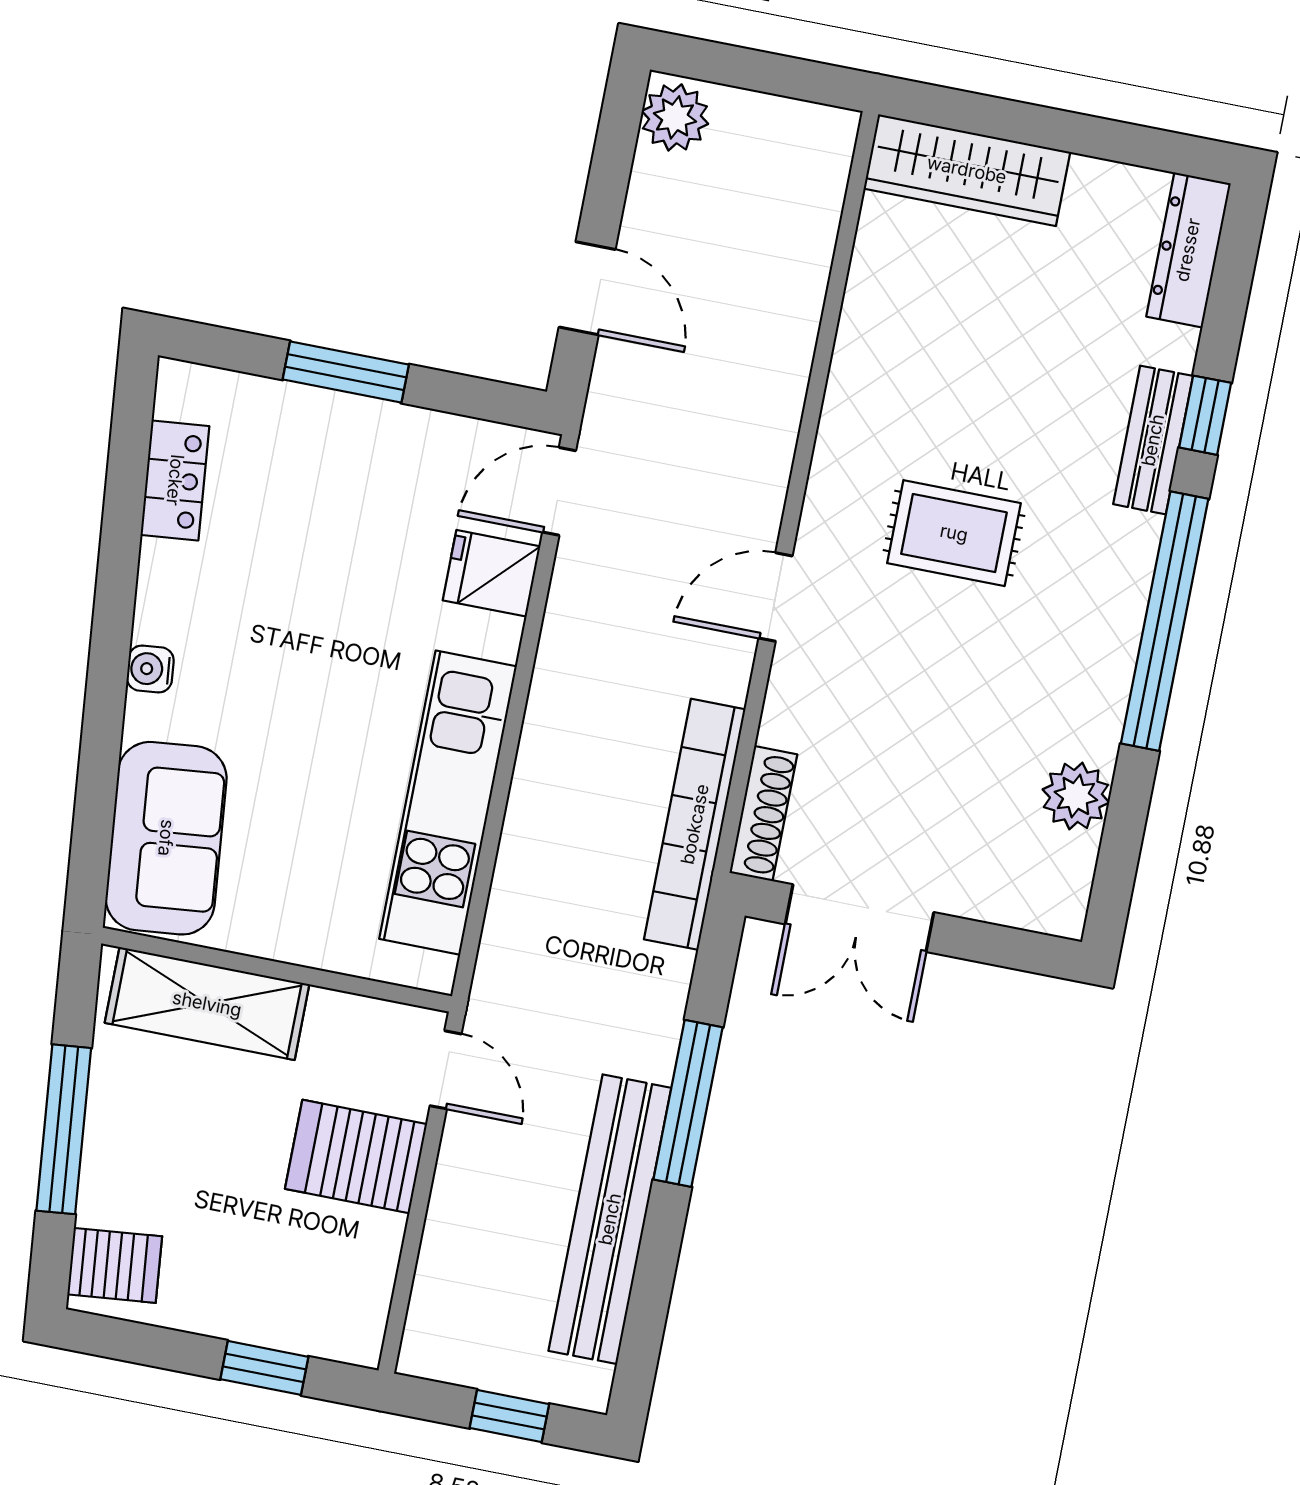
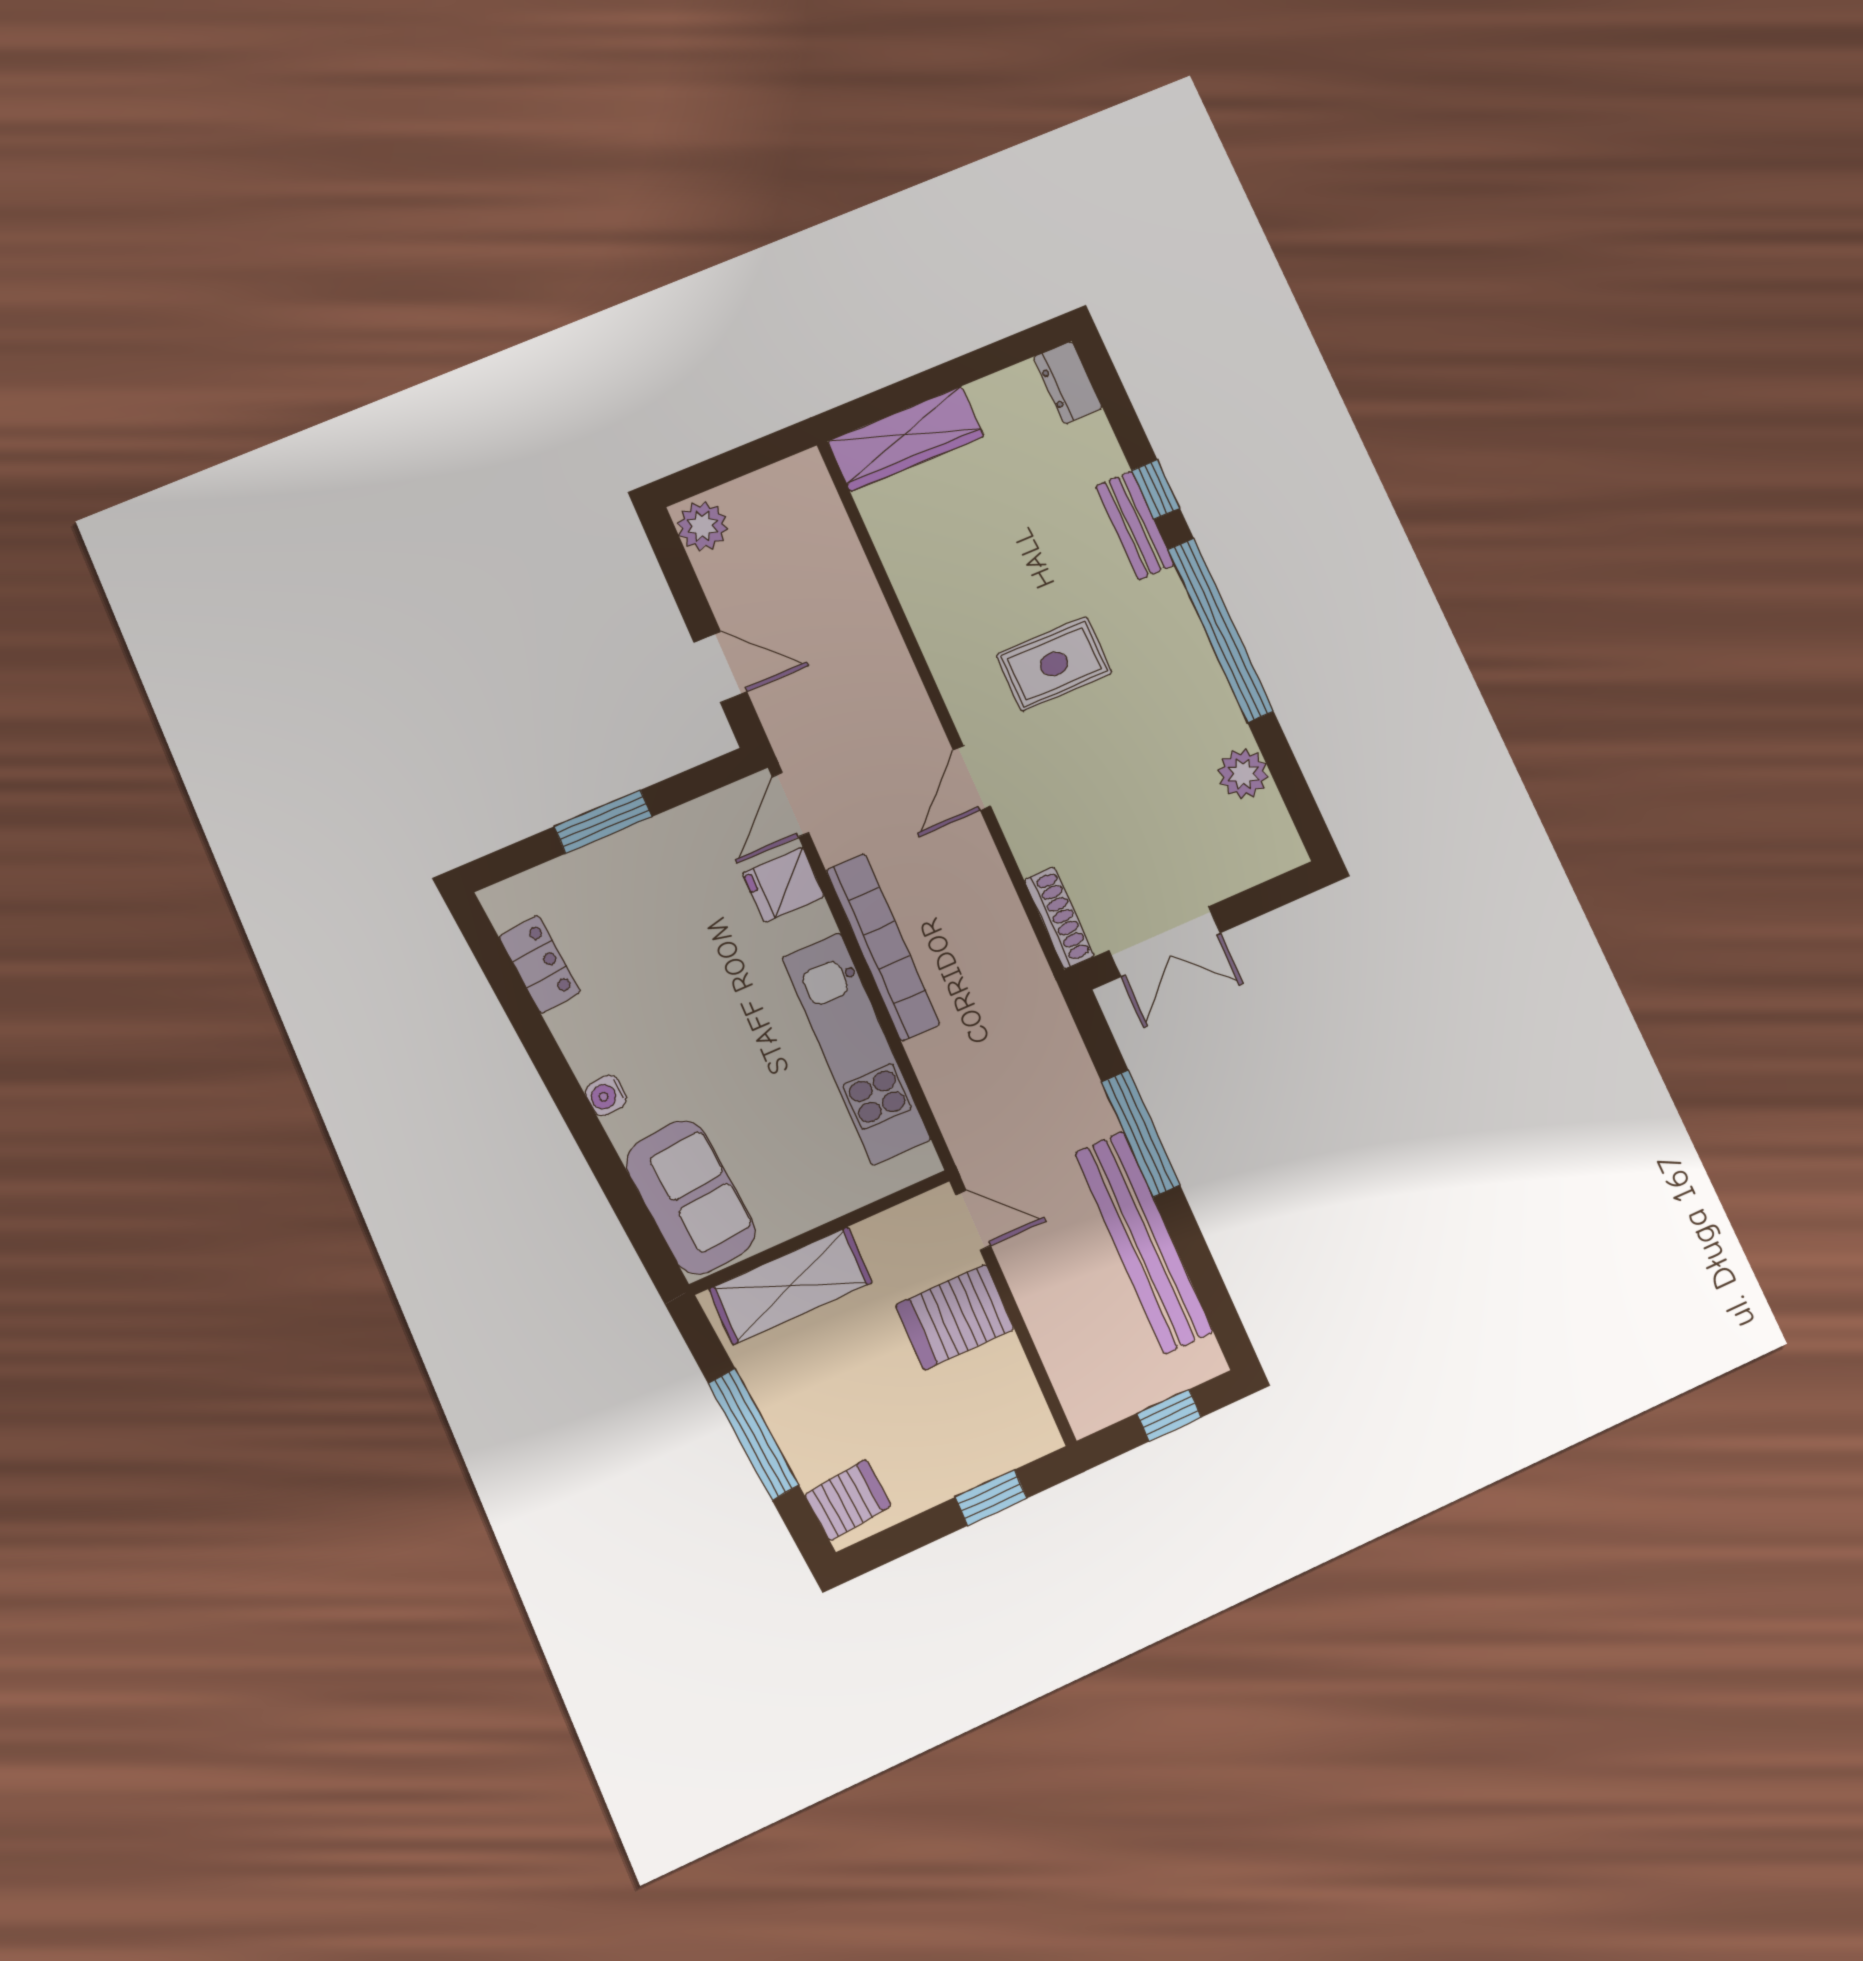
dresser: (1188, 250) -> (1068, 383), width x0.70
bookcase: (695, 824) -> (883, 947), moved, turned 180

